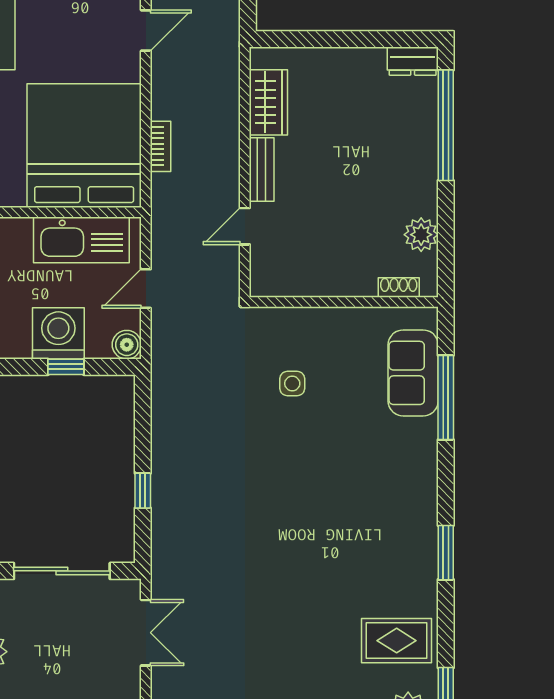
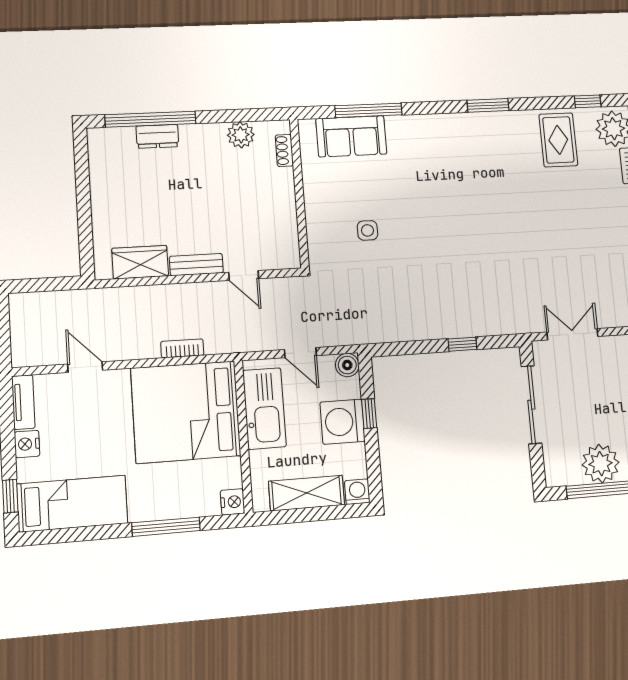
dresser: (413, 61) -> (157, 136), moved, turned 90

